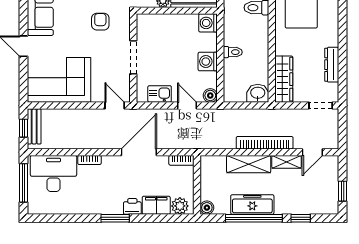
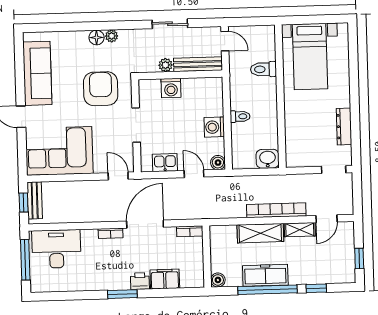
armchair: (100, 22) -> (101, 89), width x1.88, depth x1.88
washing machine: (208, 23) -> (171, 88), moved, turned -90
wardrobe: (284, 79) -> (294, 143), removed
bookcase: (89, 160) -> (111, 233), moved
plant: (180, 206) -> (190, 279), removed

